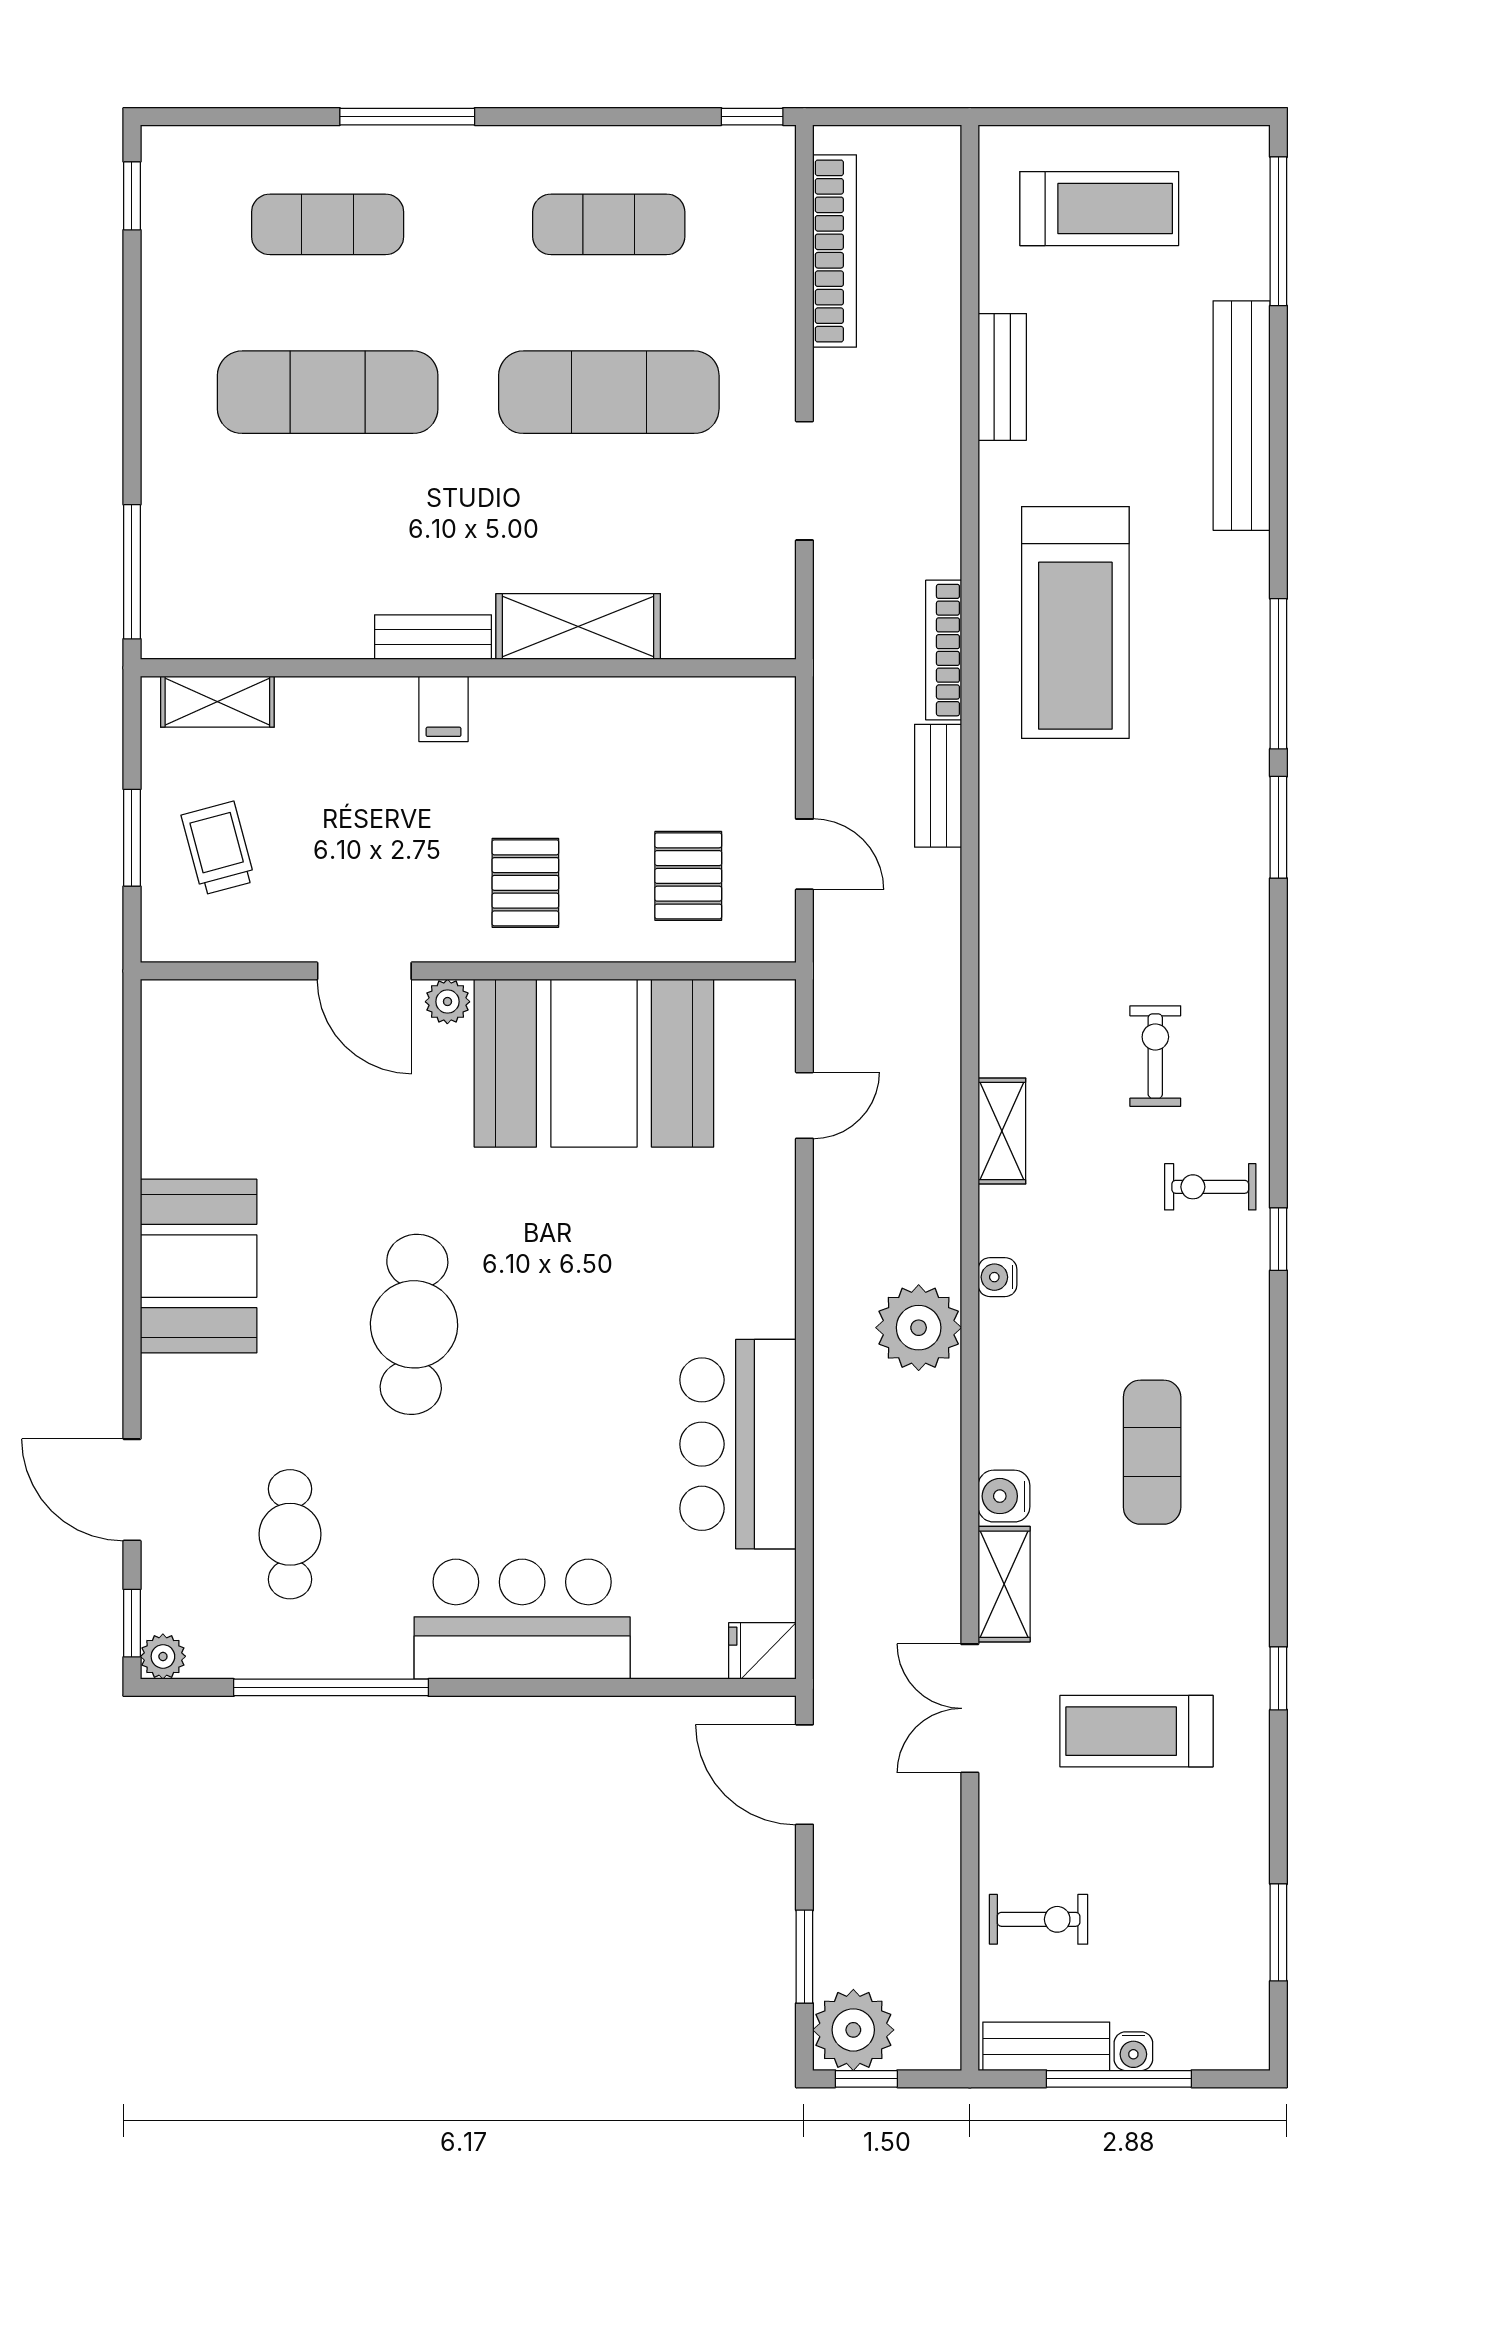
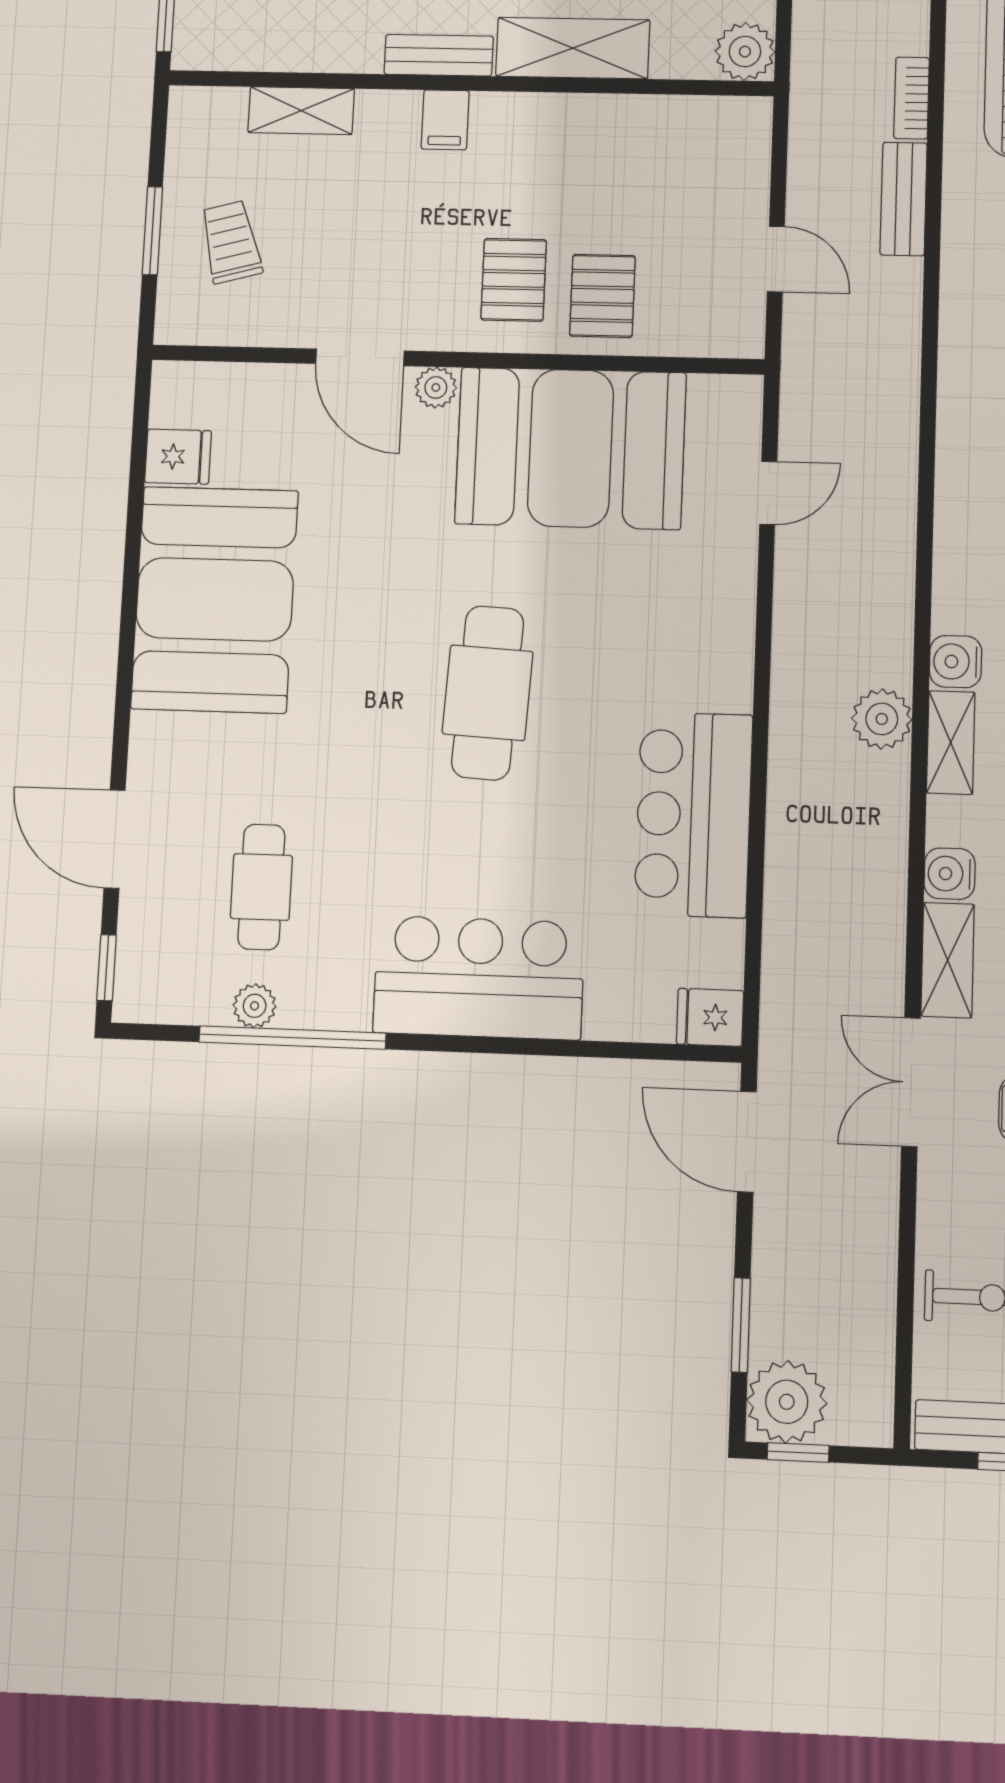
plant: (764, 627) -> (745, 52), added
bookcase: (944, 650) -> (912, 98), width x0.64
shelving: (217, 702) -> (301, 111), moved
pallet: (688, 876) -> (602, 296), moved
fridge: (175, 1083) -> (178, 457), added
shelving: (1002, 1131) -> (951, 743), moved
booth: (199, 1266) -> (215, 599), width x1.36, depth x1.42
water cooler: (997, 1277) -> (956, 662), width x1.38, depth x1.38
cafe table: (414, 1324) -> (488, 693), moved
plant: (919, 1328) -> (882, 719), width x0.73, depth x0.73
plant: (163, 1656) -> (255, 1006), moved

